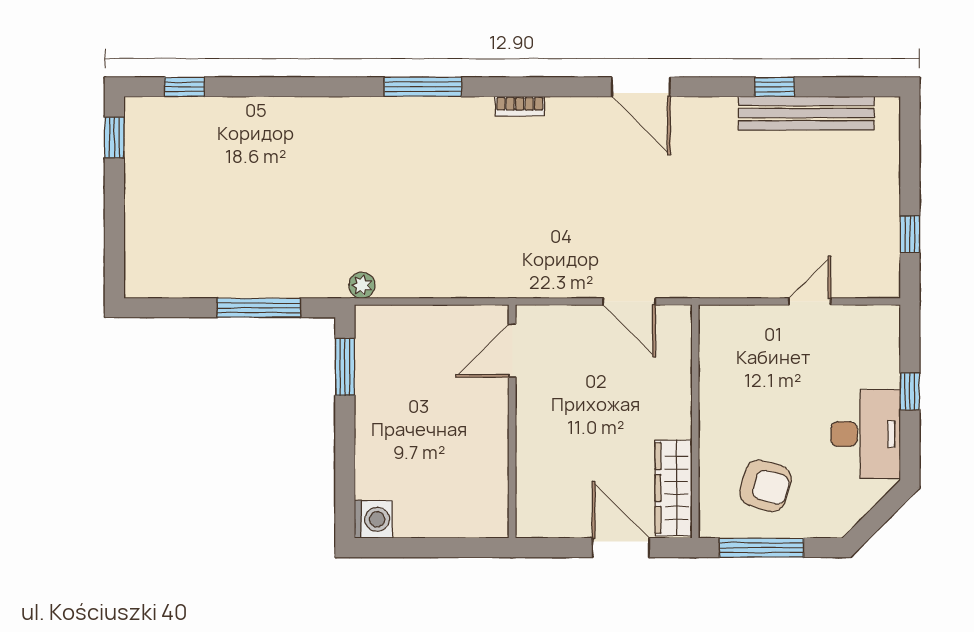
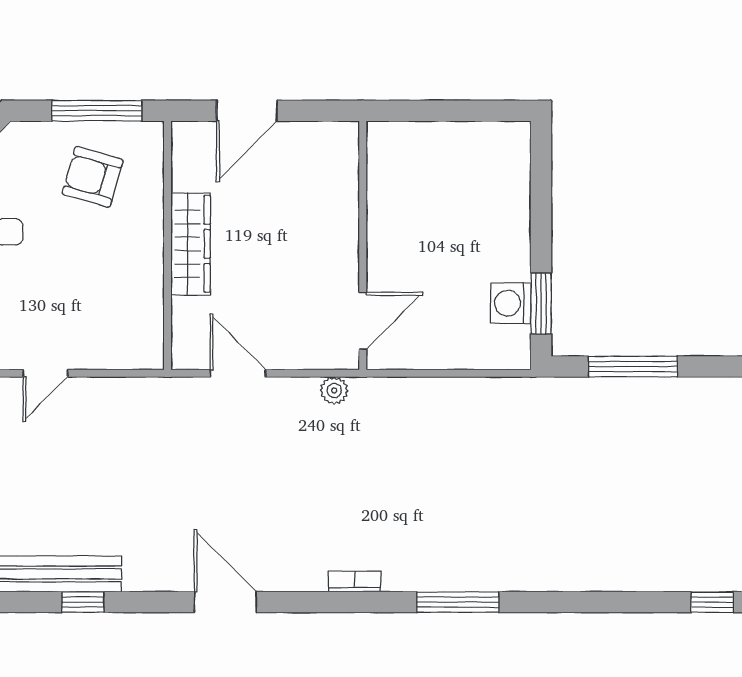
plant: (362, 285) -> (334, 390), moved
wardrobe: (674, 488) -> (191, 244), moved
washing machine: (373, 519) -> (511, 303), moved
door: (621, 548) -> (247, 111), hinge flipped

